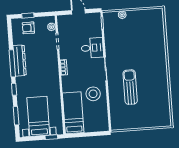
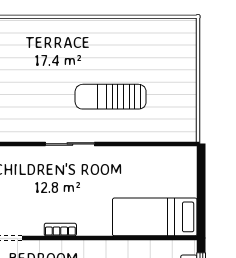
desk: (92, 48) -> (25, 168), removed
stool: (93, 94) -> (119, 173), removed

